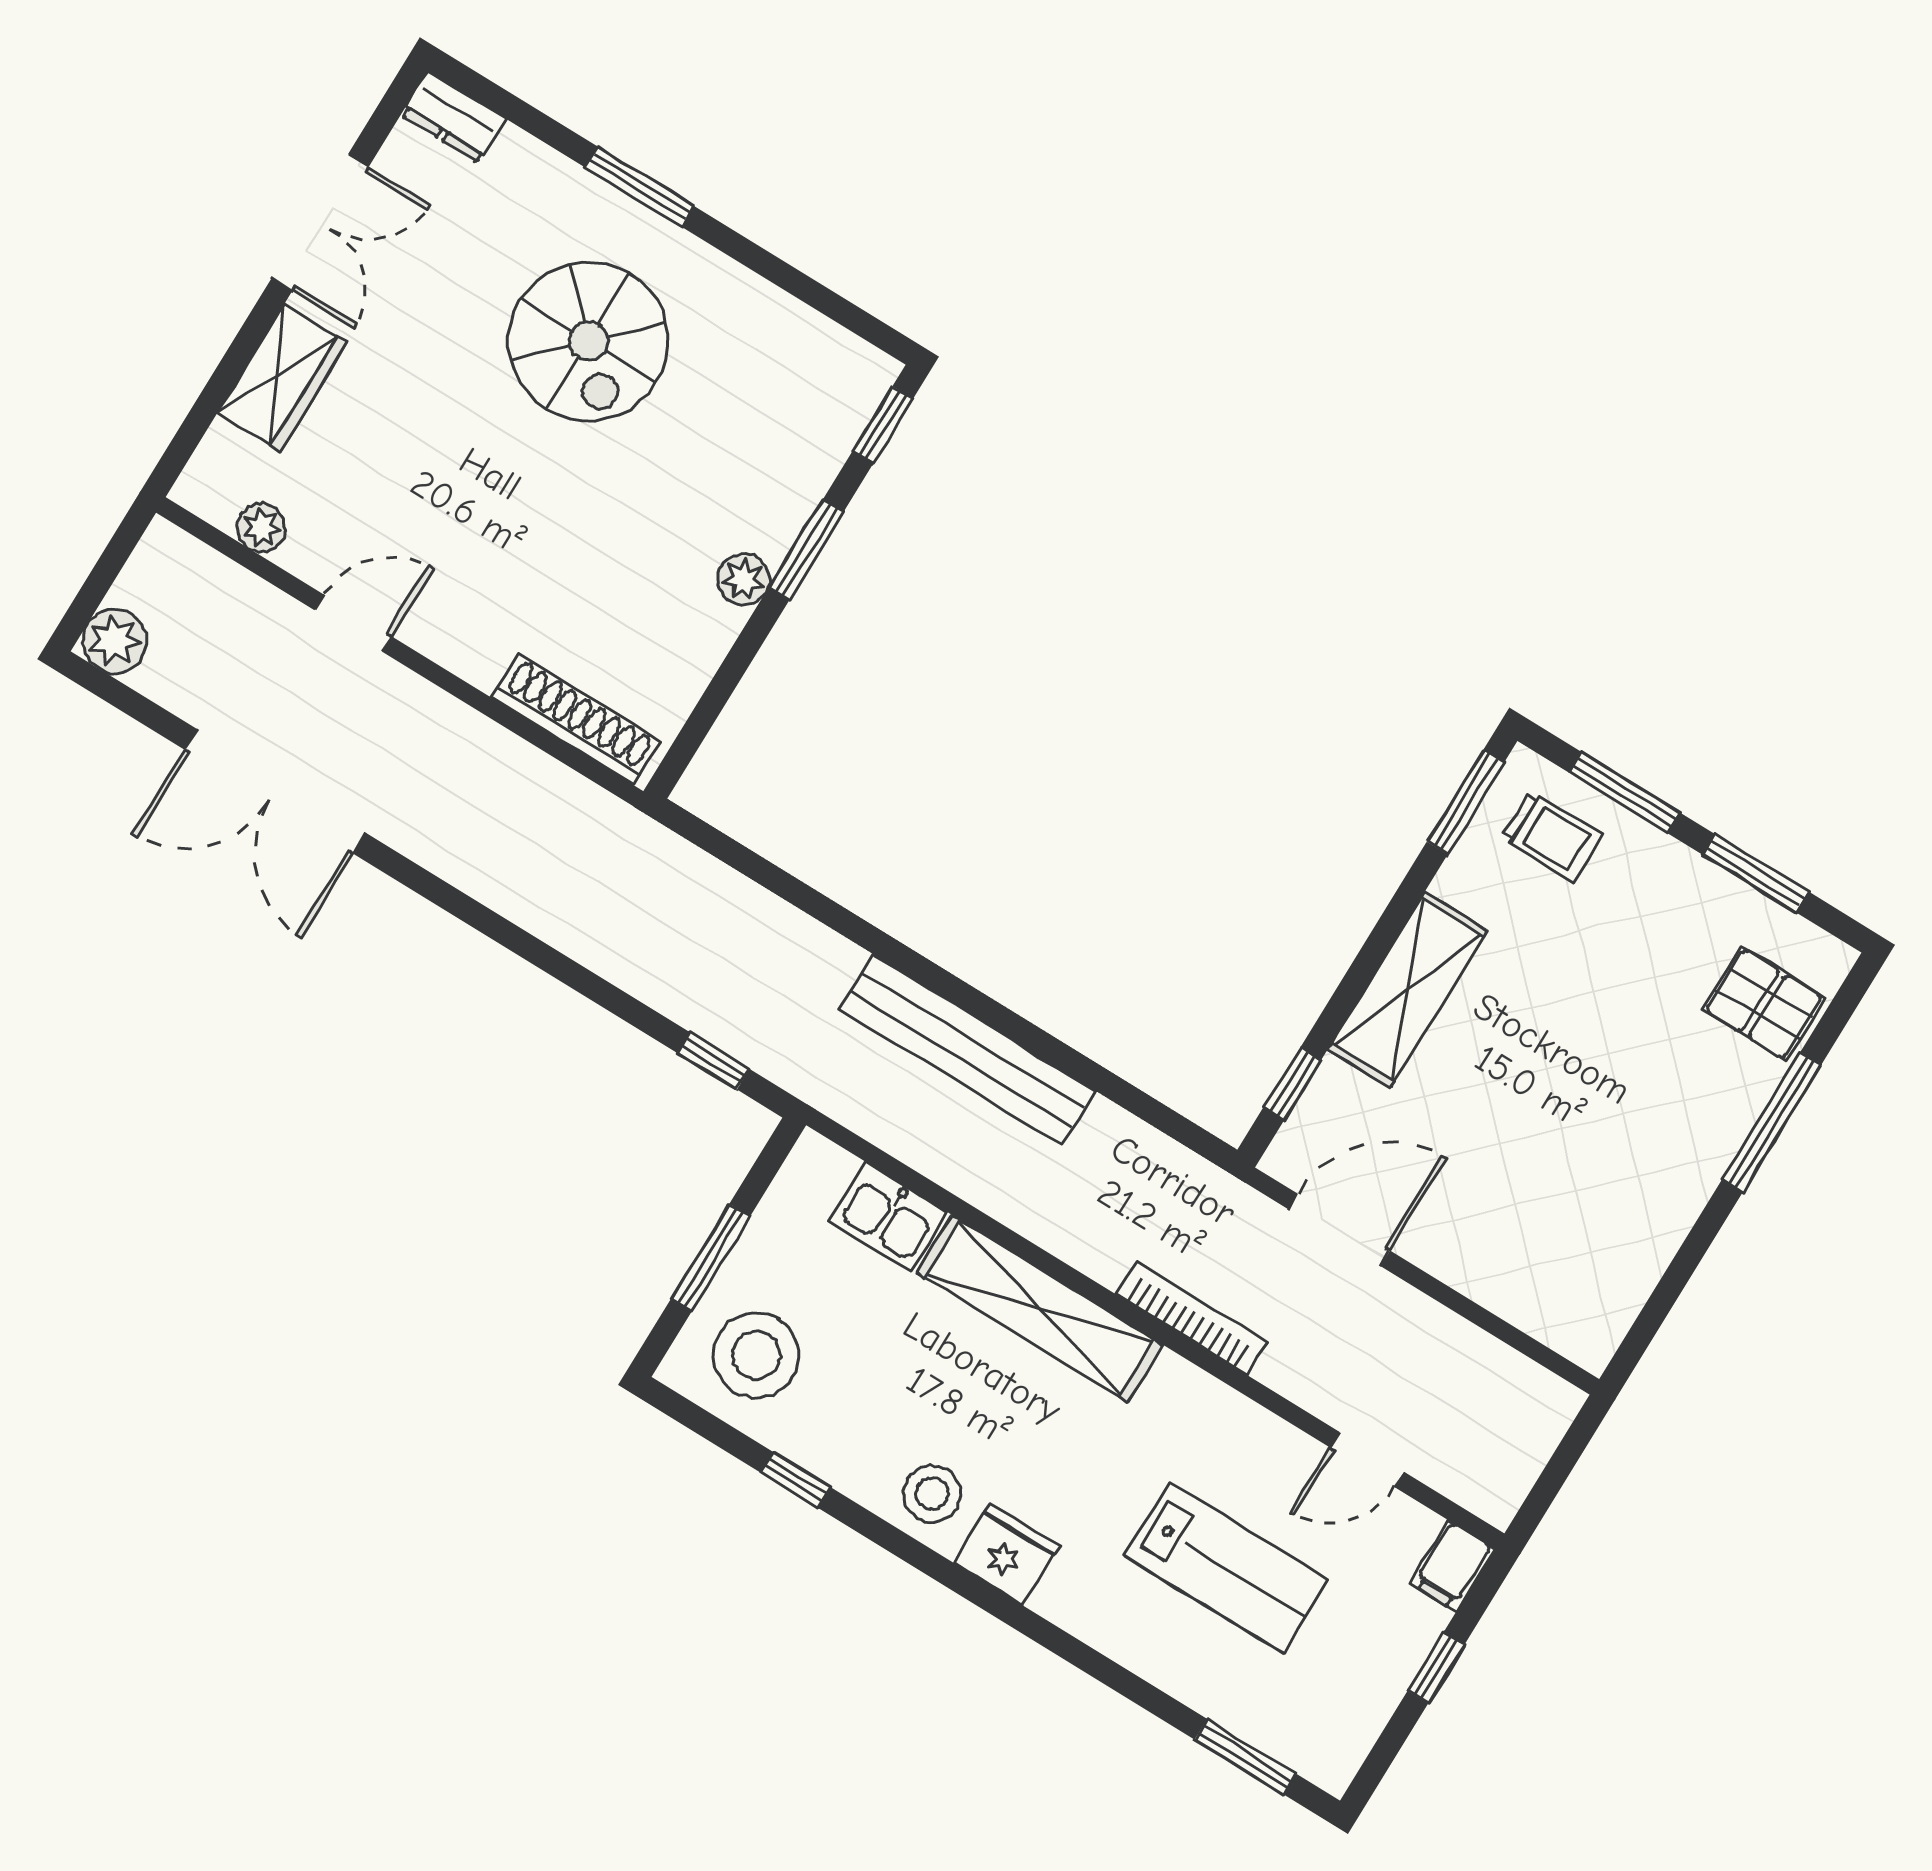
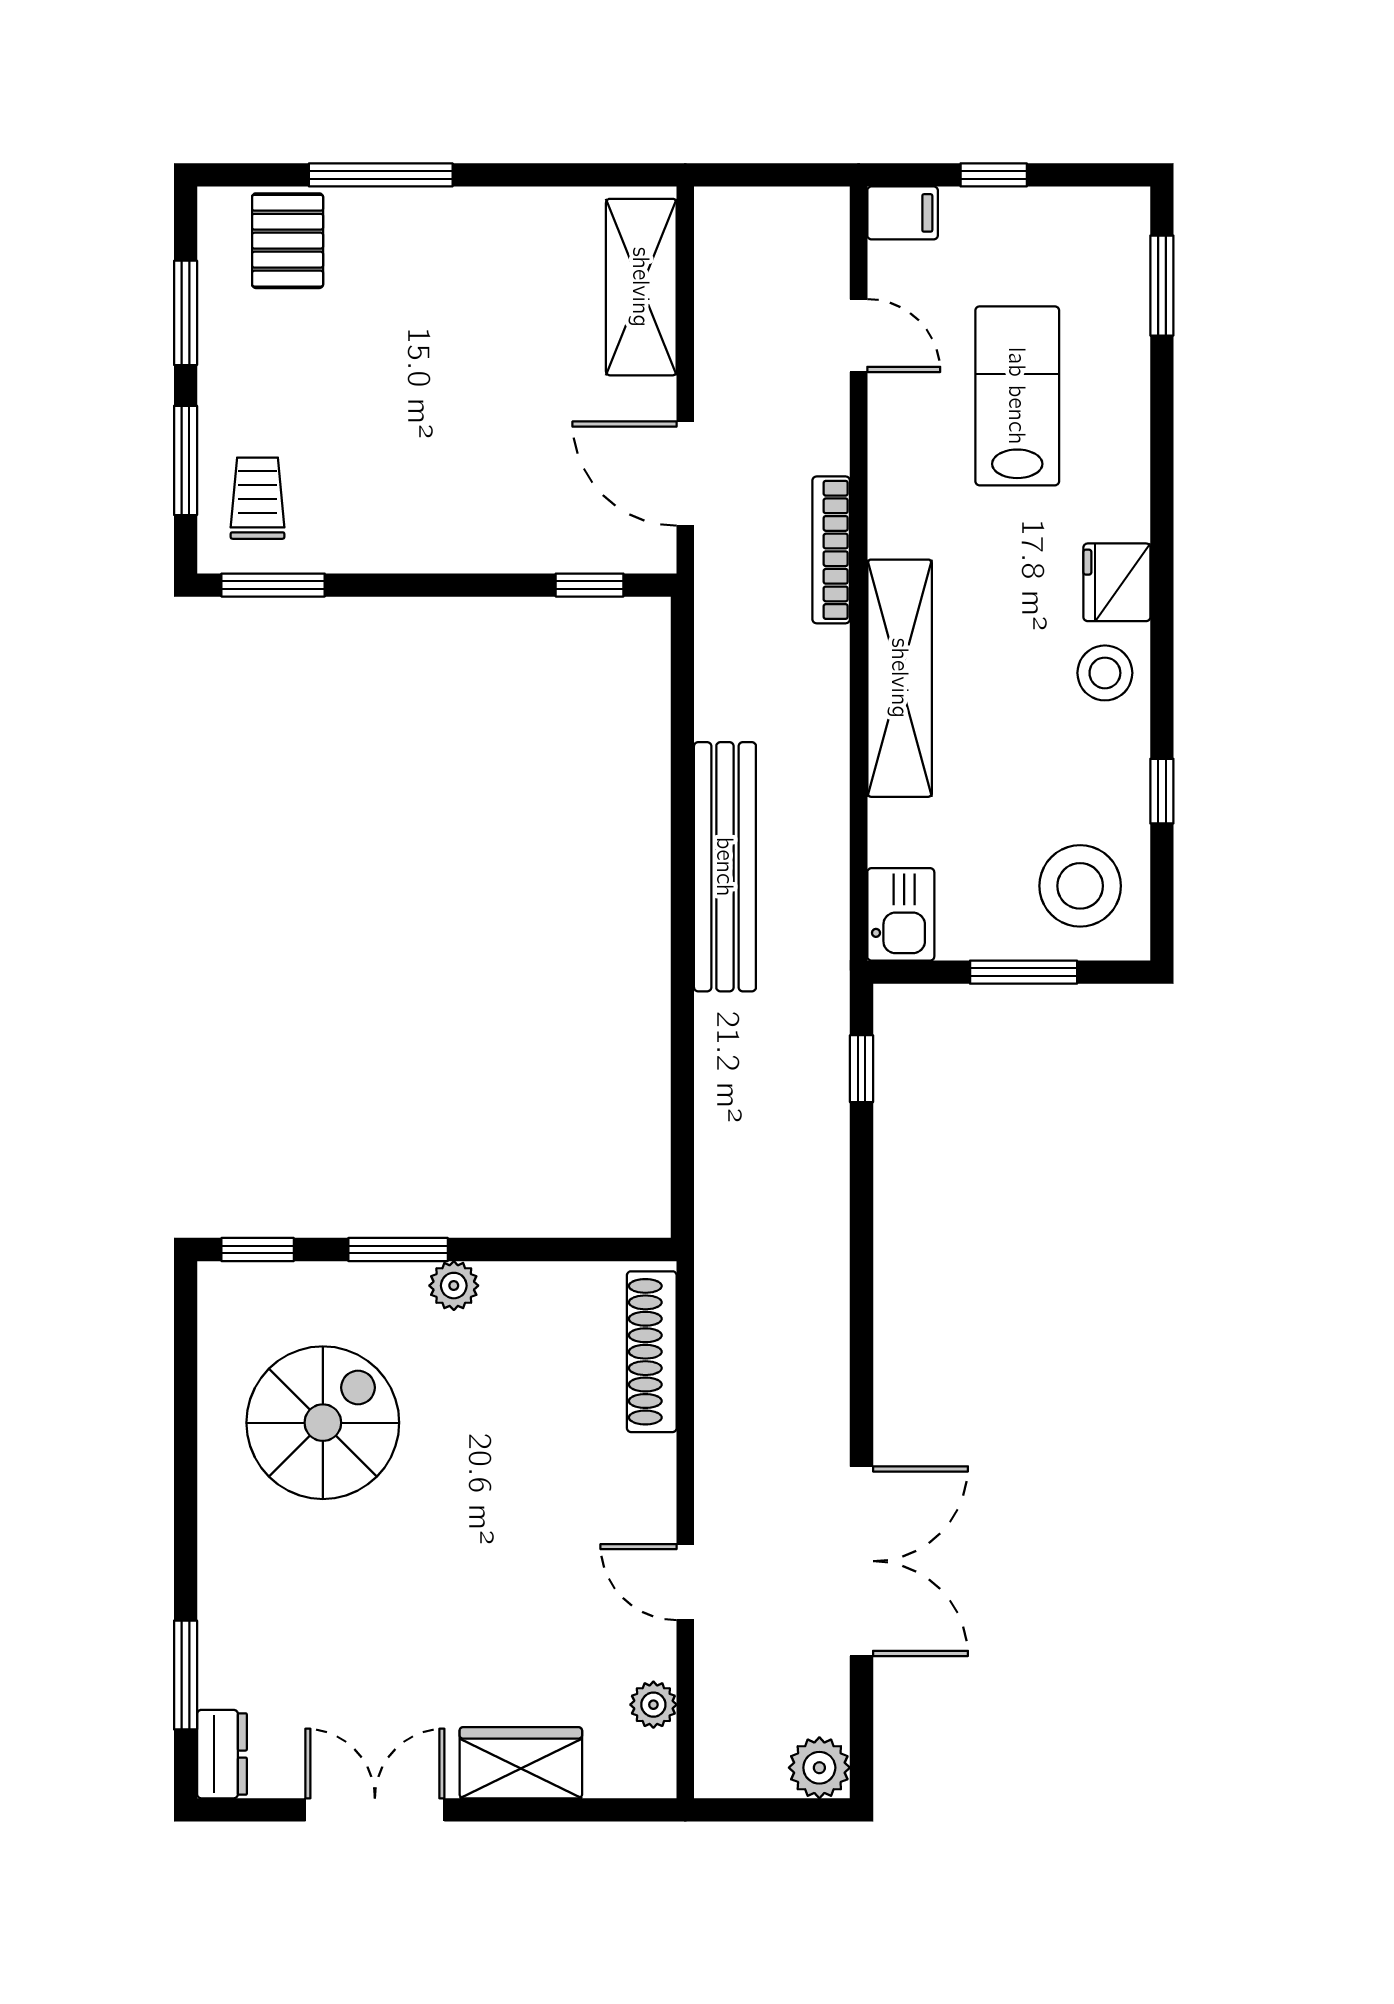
window: (639, 187) -> (186, 1675), moved
spiral stairs: (588, 341) -> (323, 1423), moved
shelving: (1408, 990) -> (641, 287), moved, turned 90
kitchen sink: (888, 1217) -> (901, 914), moved

